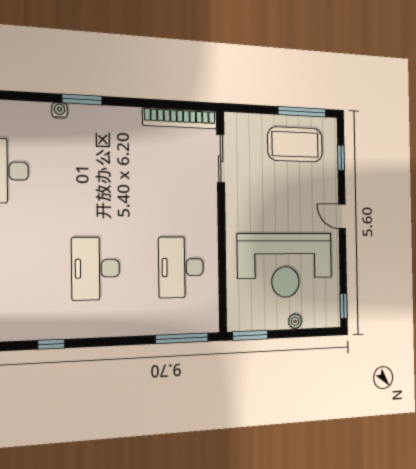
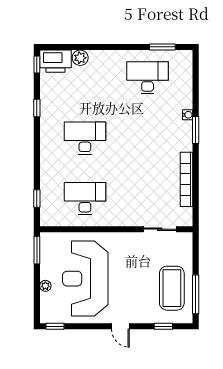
bookcase: (180, 118) -> (186, 179), moved
door: (342, 216) -> (120, 326), swing flipped
window: (182, 338) -> (37, 199), width x0.46

